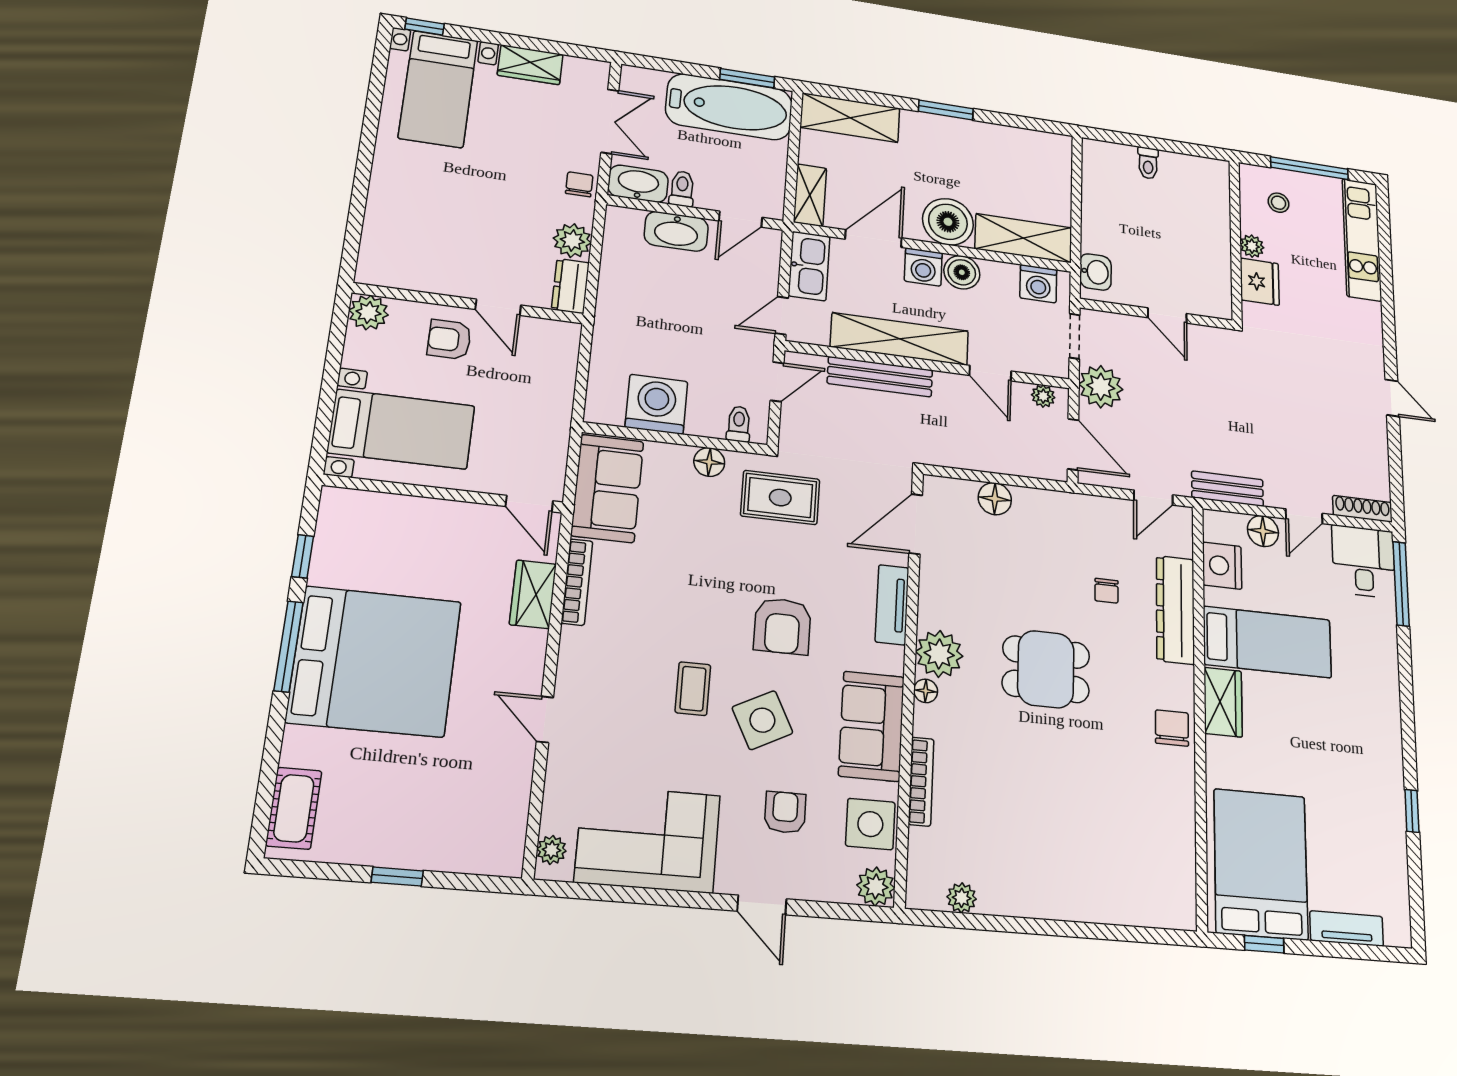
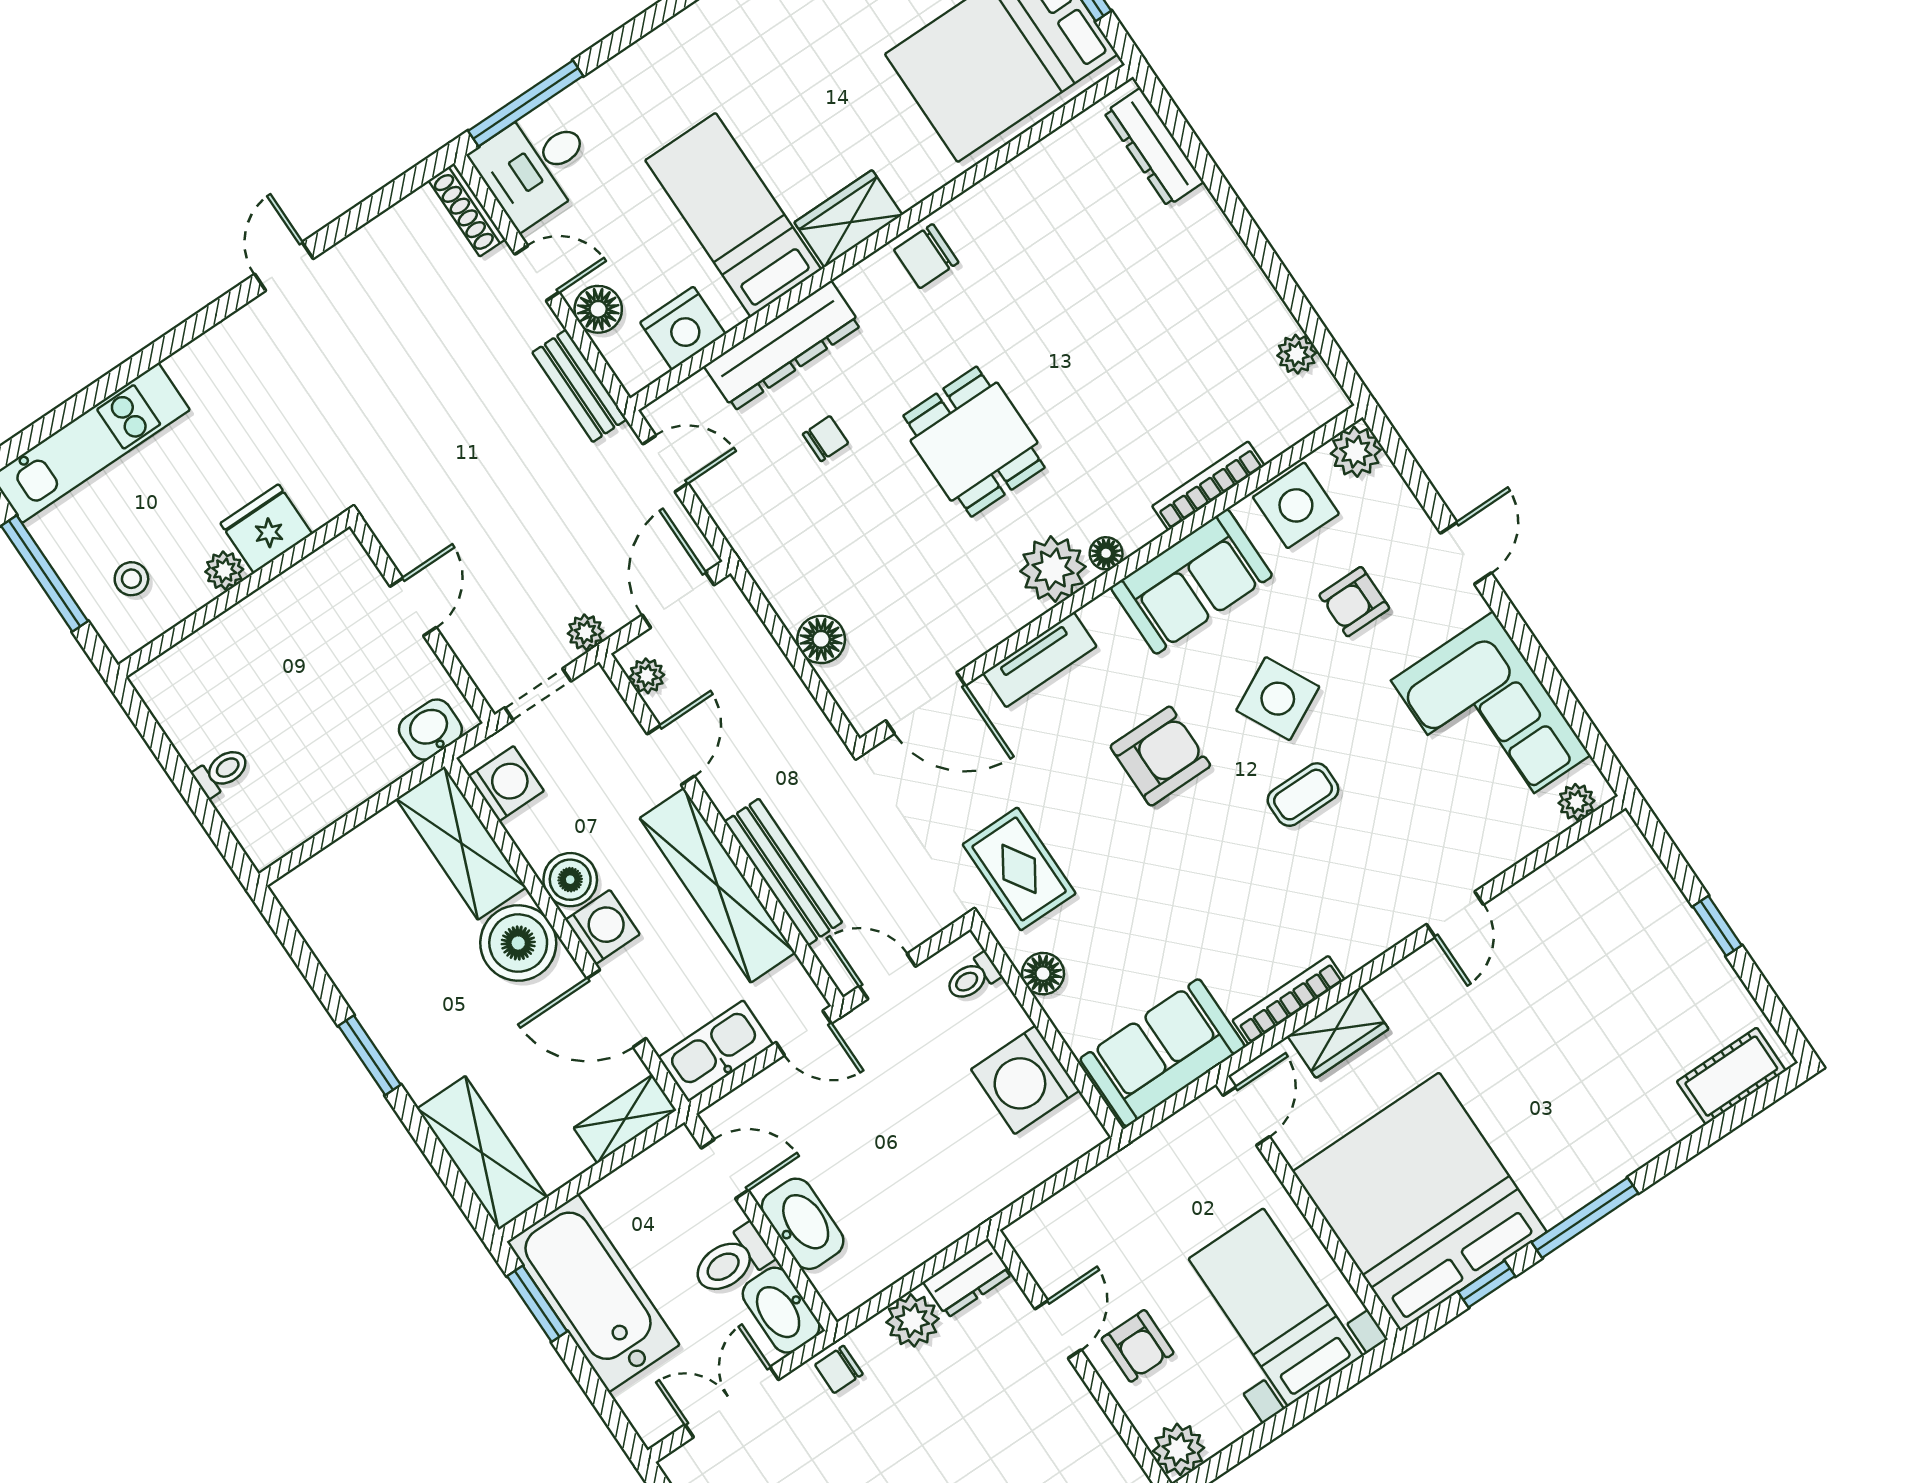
toilet: (682, 189) -> (732, 1261), width x1.37, depth x1.39
plant: (1101, 387) -> (585, 632), width x0.53, depth x0.53
bed: (374, 661) -> (1419, 1202), moved
dresser: (1146, 911) -> (1154, 147), added

